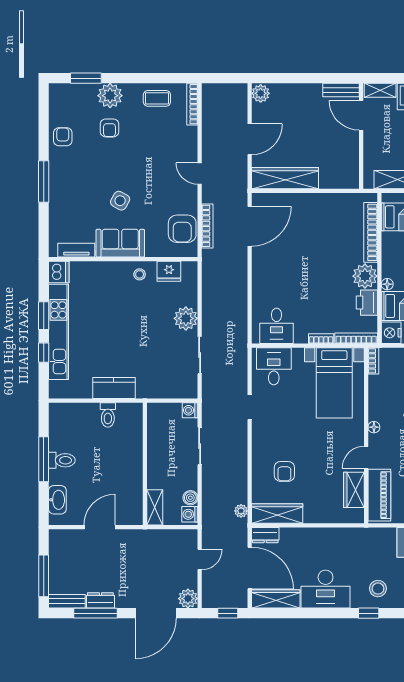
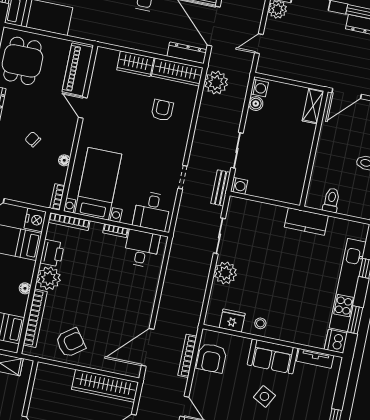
armchair: (329, 215) -> (71, 343), added
armchair: (182, 229) -> (211, 358), turned 180
floor lamp: (387, 284) -> (25, 288), moved
window: (44, 316) -> (355, 320), moved
bookcase: (321, 339) -> (116, 231), moved
bench: (209, 404) -> (221, 188), added
toilet: (108, 415) -> (331, 200), moved
floor lamp: (374, 427) -> (64, 160), moved
door: (366, 457) -> (83, 108), swing flipped
wall: (145, 464) -> (314, 149), moved
wardrobe: (354, 490) -> (135, 64), moved, turned 90
shelving: (155, 507) -> (313, 106), moved
plant: (241, 511) -> (216, 83), width x1.88, depth x1.88
dresser: (265, 535) -> (187, 53), width x1.44

